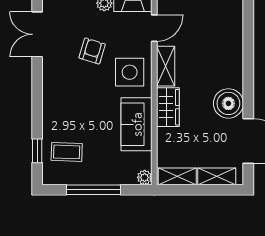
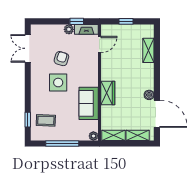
shelving: (166, 66) -> (148, 50), moved
side table: (130, 72) -> (58, 83), moved
boiler: (228, 103) -> (149, 95), width x0.54, depth x0.54

